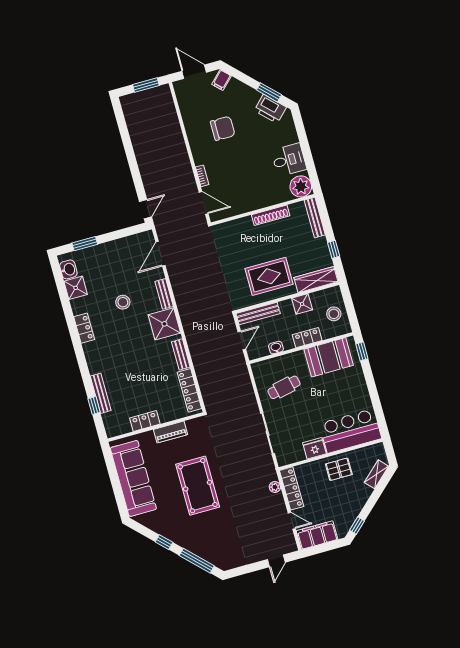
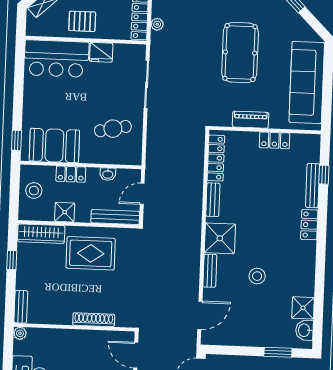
plant: (301, 186) -> (20, 333), width x0.53, depth x0.53
shoe rack: (271, 215) -> (94, 320), moved
bench: (315, 218) -> (21, 307), width x0.73
locker: (84, 328) -> (309, 225), moved

